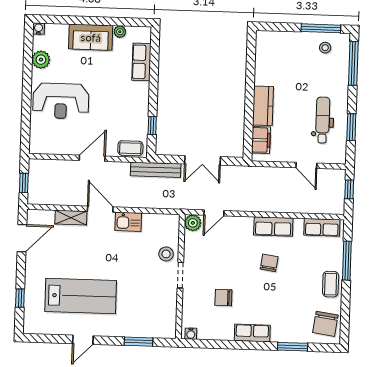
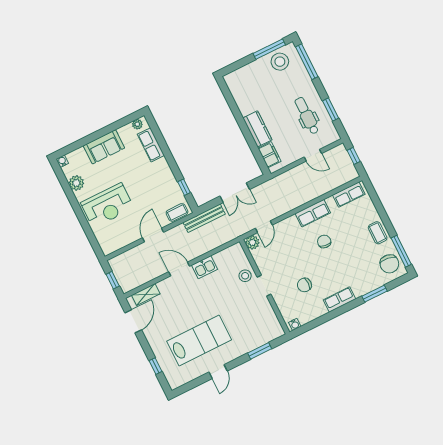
plant: (120, 32) -> (137, 124), moved
stool: (325, 48) -> (280, 62), width x1.89, depth x1.89
shelving: (71, 218) -> (146, 294), moved
window: (347, 261) -> (401, 251), moved

